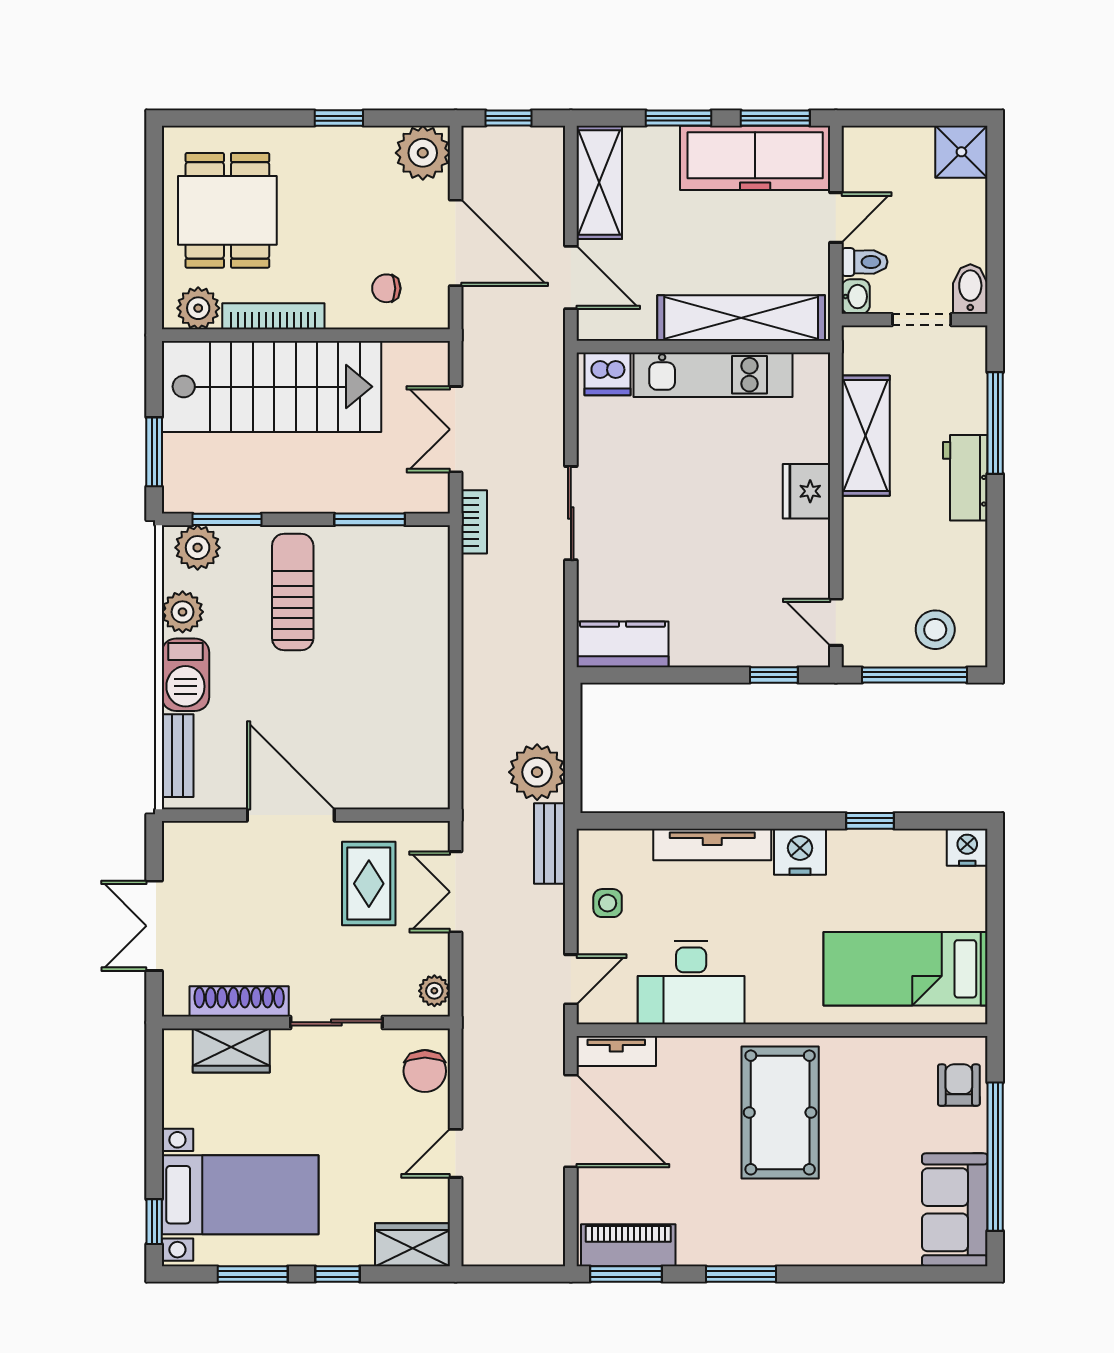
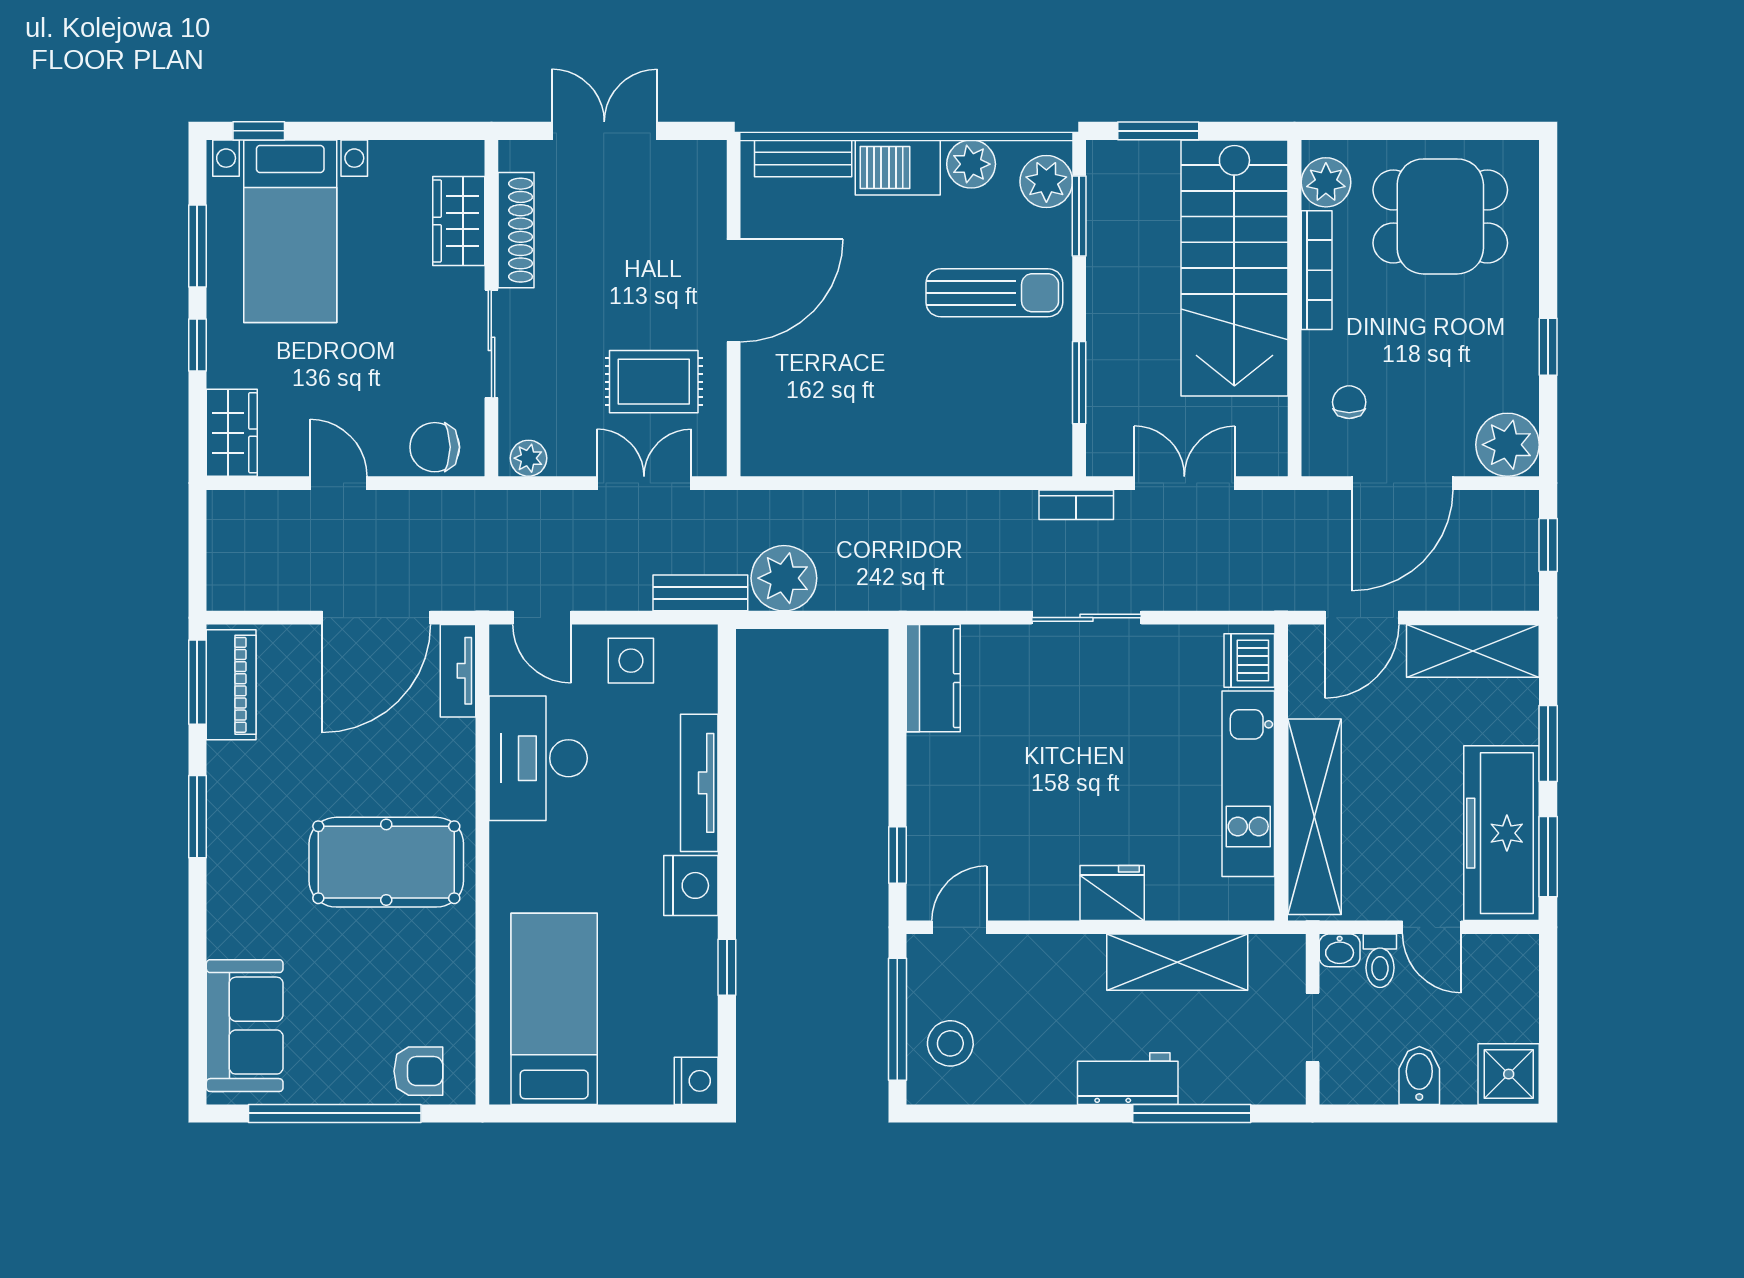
bidet: (970, 289) -> (1419, 1075), moved, turned -90
side table: (608, 903) -> (631, 661), width x1.37, depth x1.37
sofa: (955, 1210) -> (245, 1026), moved, turned 90

